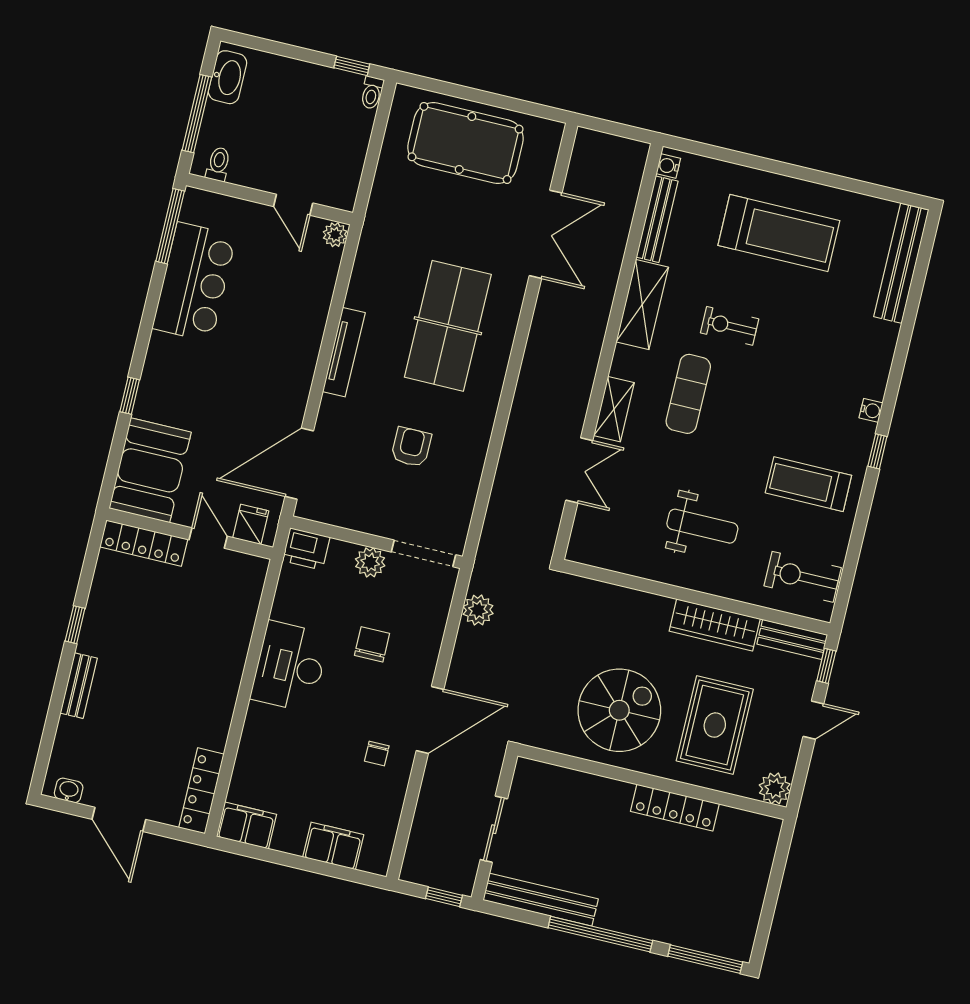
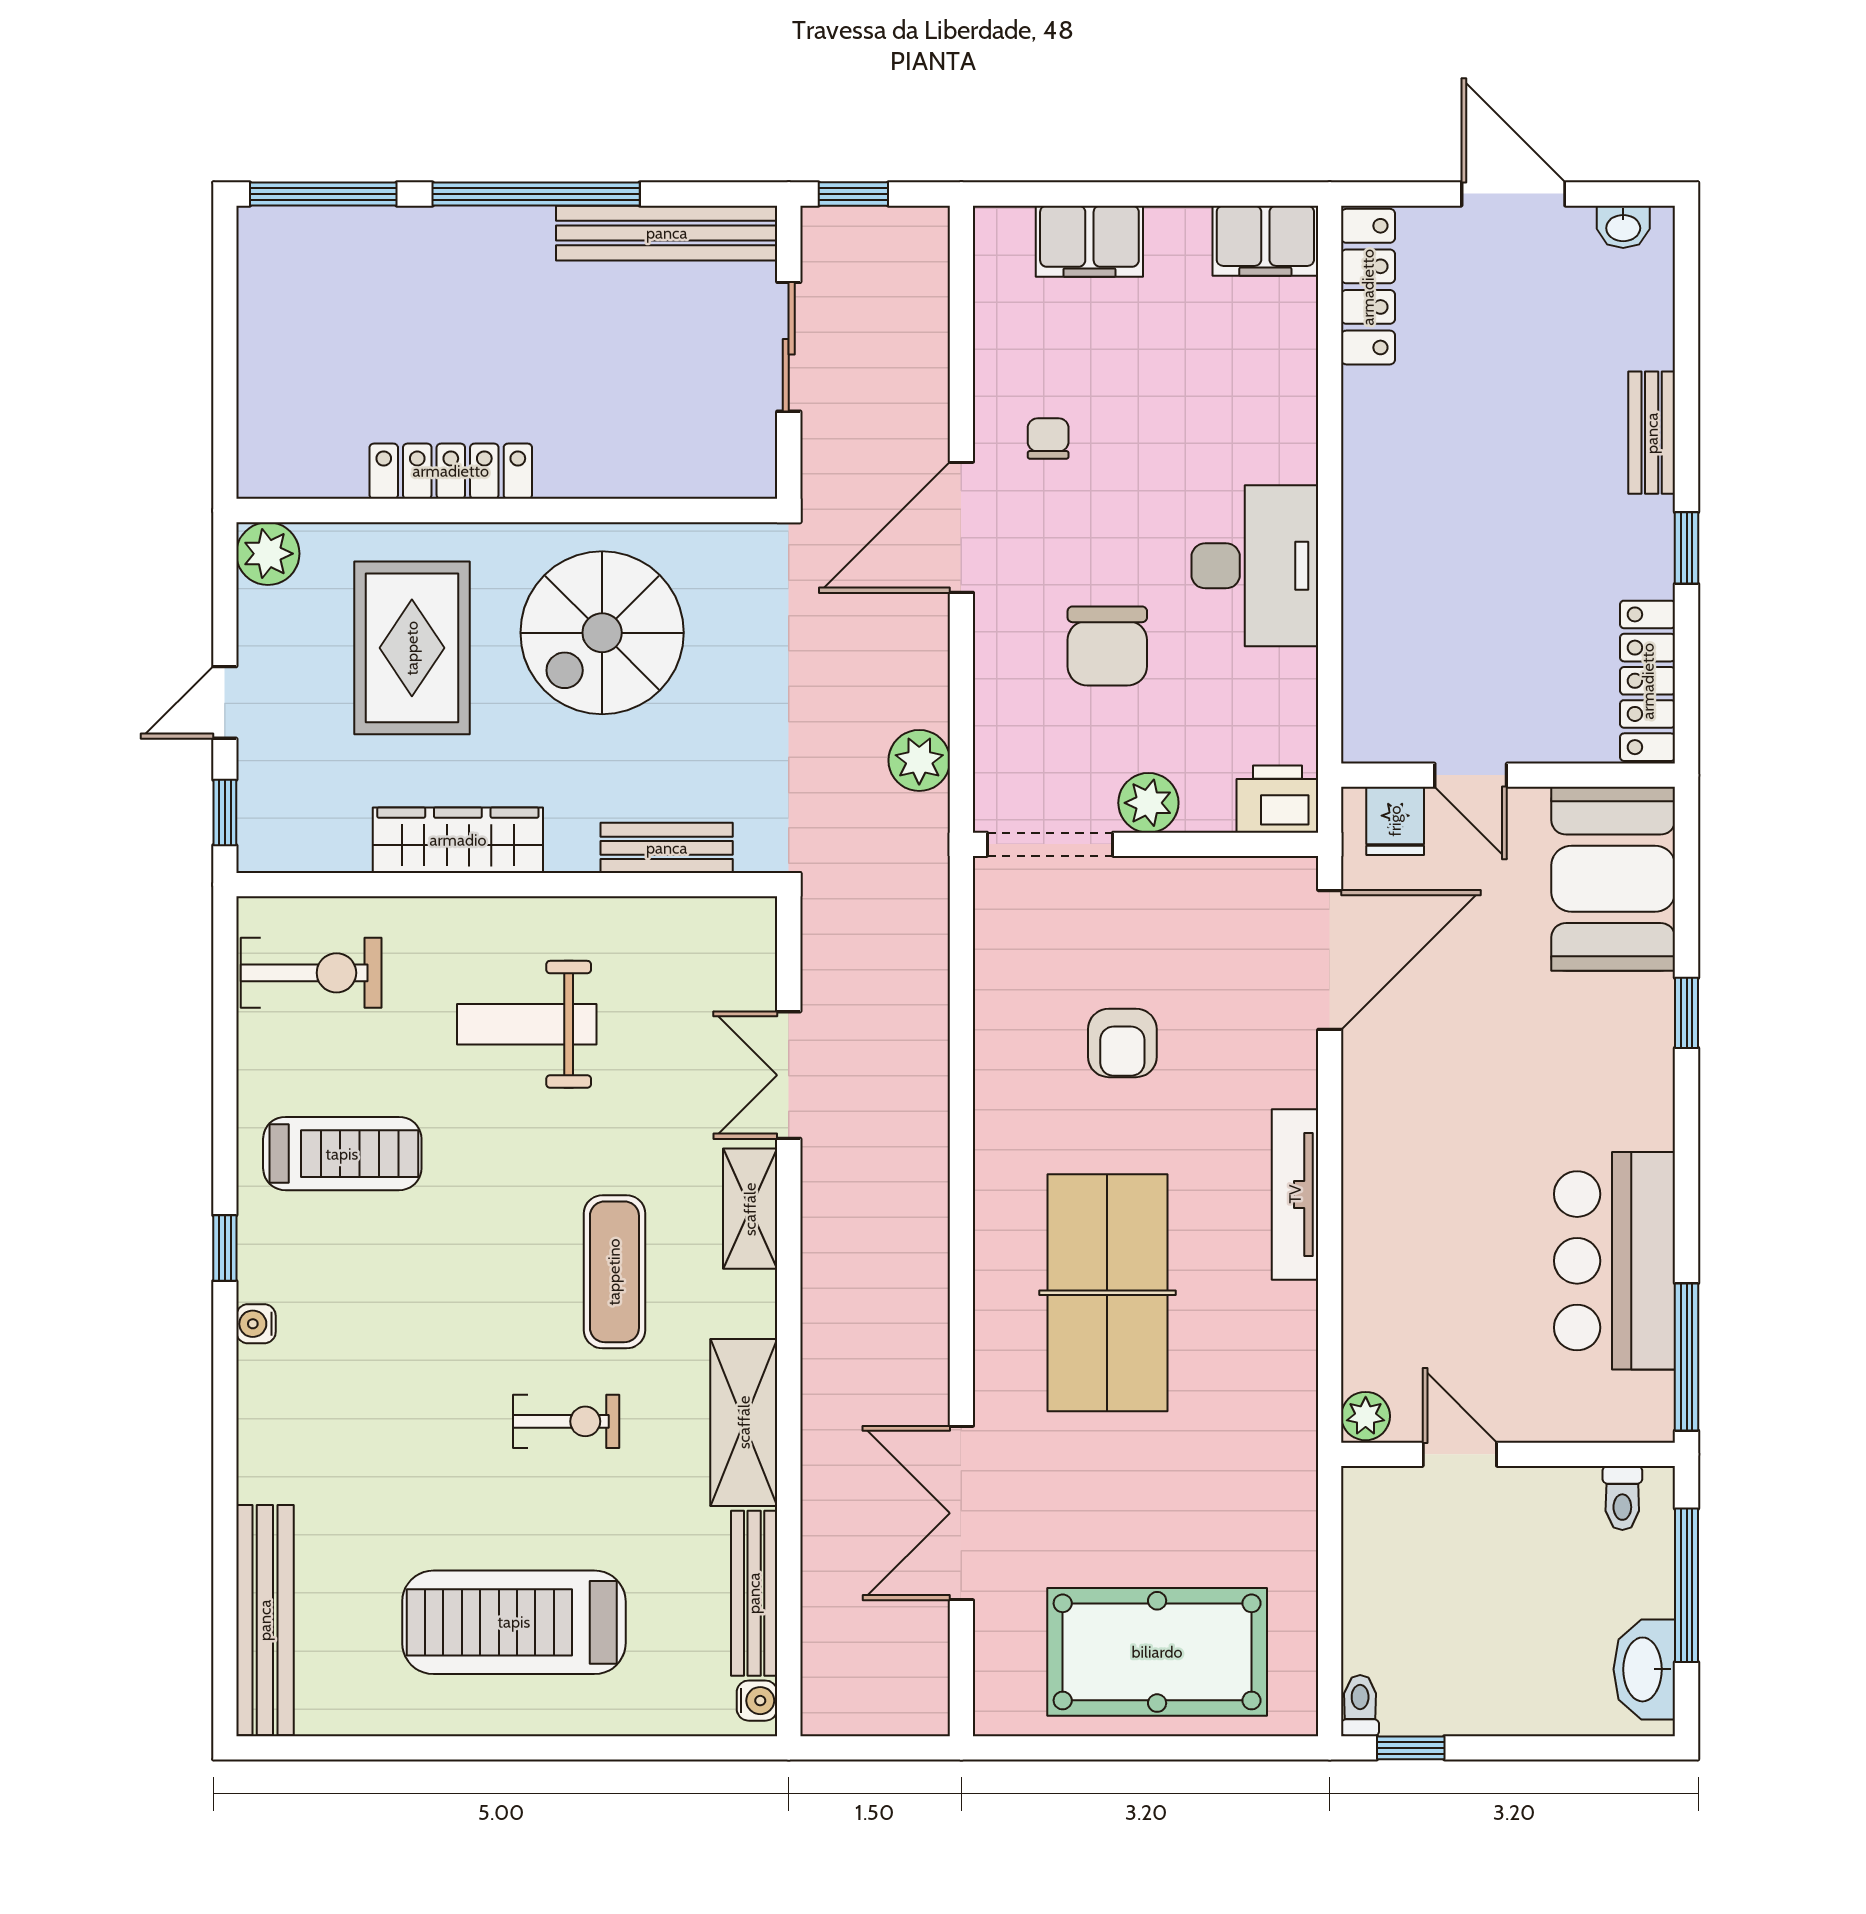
locker: (144, 543) -> (1648, 681), moved, turned -90
bench: (792, 639) -> (667, 848), moved
chair: (372, 644) -> (1107, 646), width x1.37, depth x1.37

